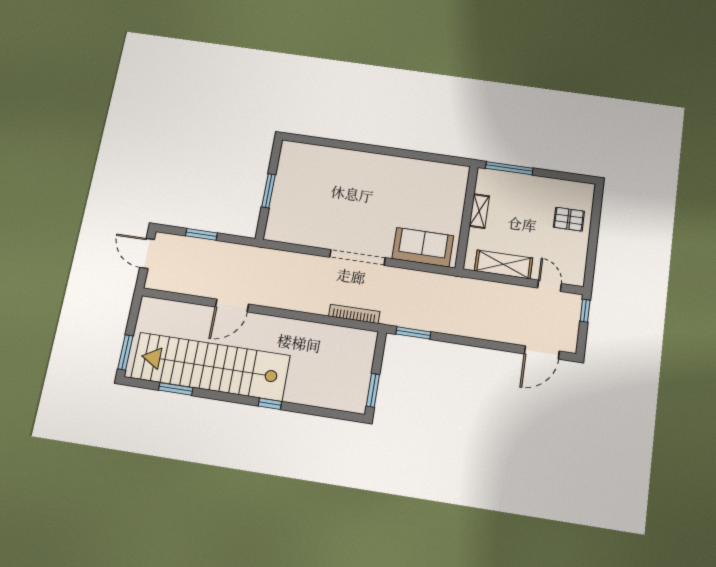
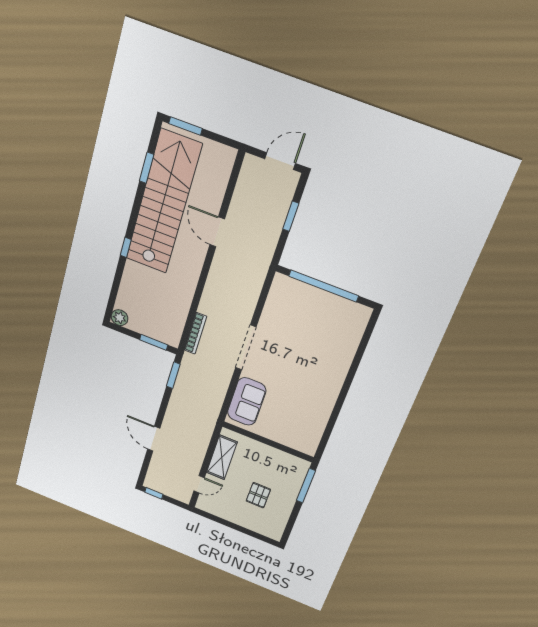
window: (269, 191) -> (324, 286), width x2.11
shelving: (479, 211) -> (272, 453), removed
pallet: (569, 219) -> (258, 495), moved
window: (585, 311) -> (154, 493), moved
door: (542, 352) -> (154, 439), moved
window: (373, 390) -> (154, 342), moved
plant: (357, 403) -> (120, 318), added

